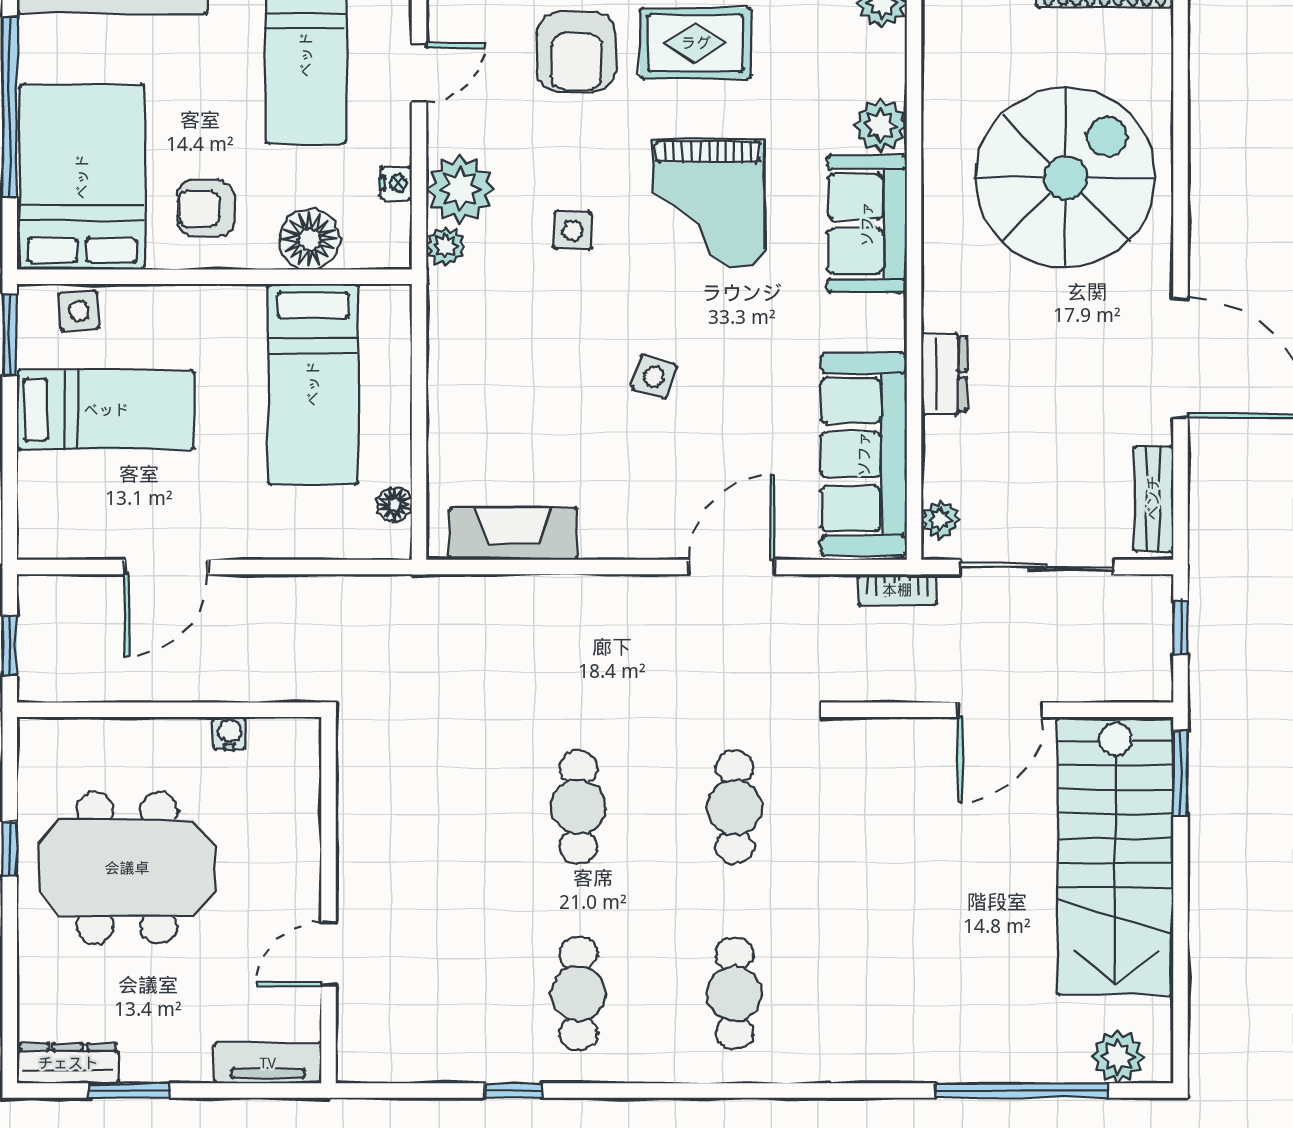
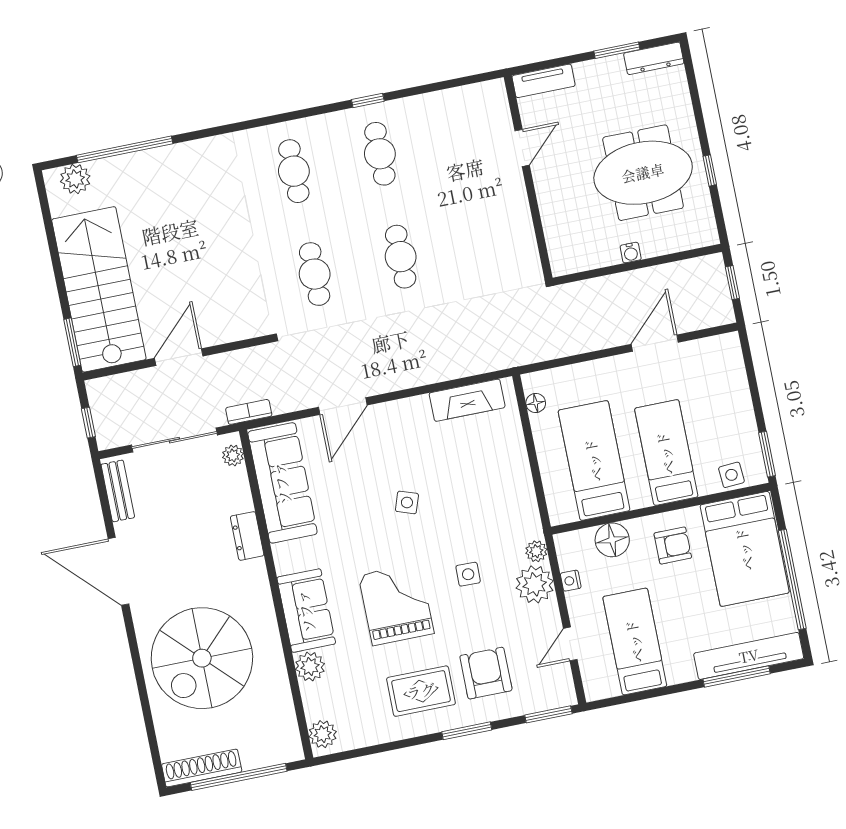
bed: (106, 410) -> (666, 453), moved, turned 90
water cooler: (229, 733) -> (631, 253), moved
window: (513, 1091) -> (368, 100), moved

